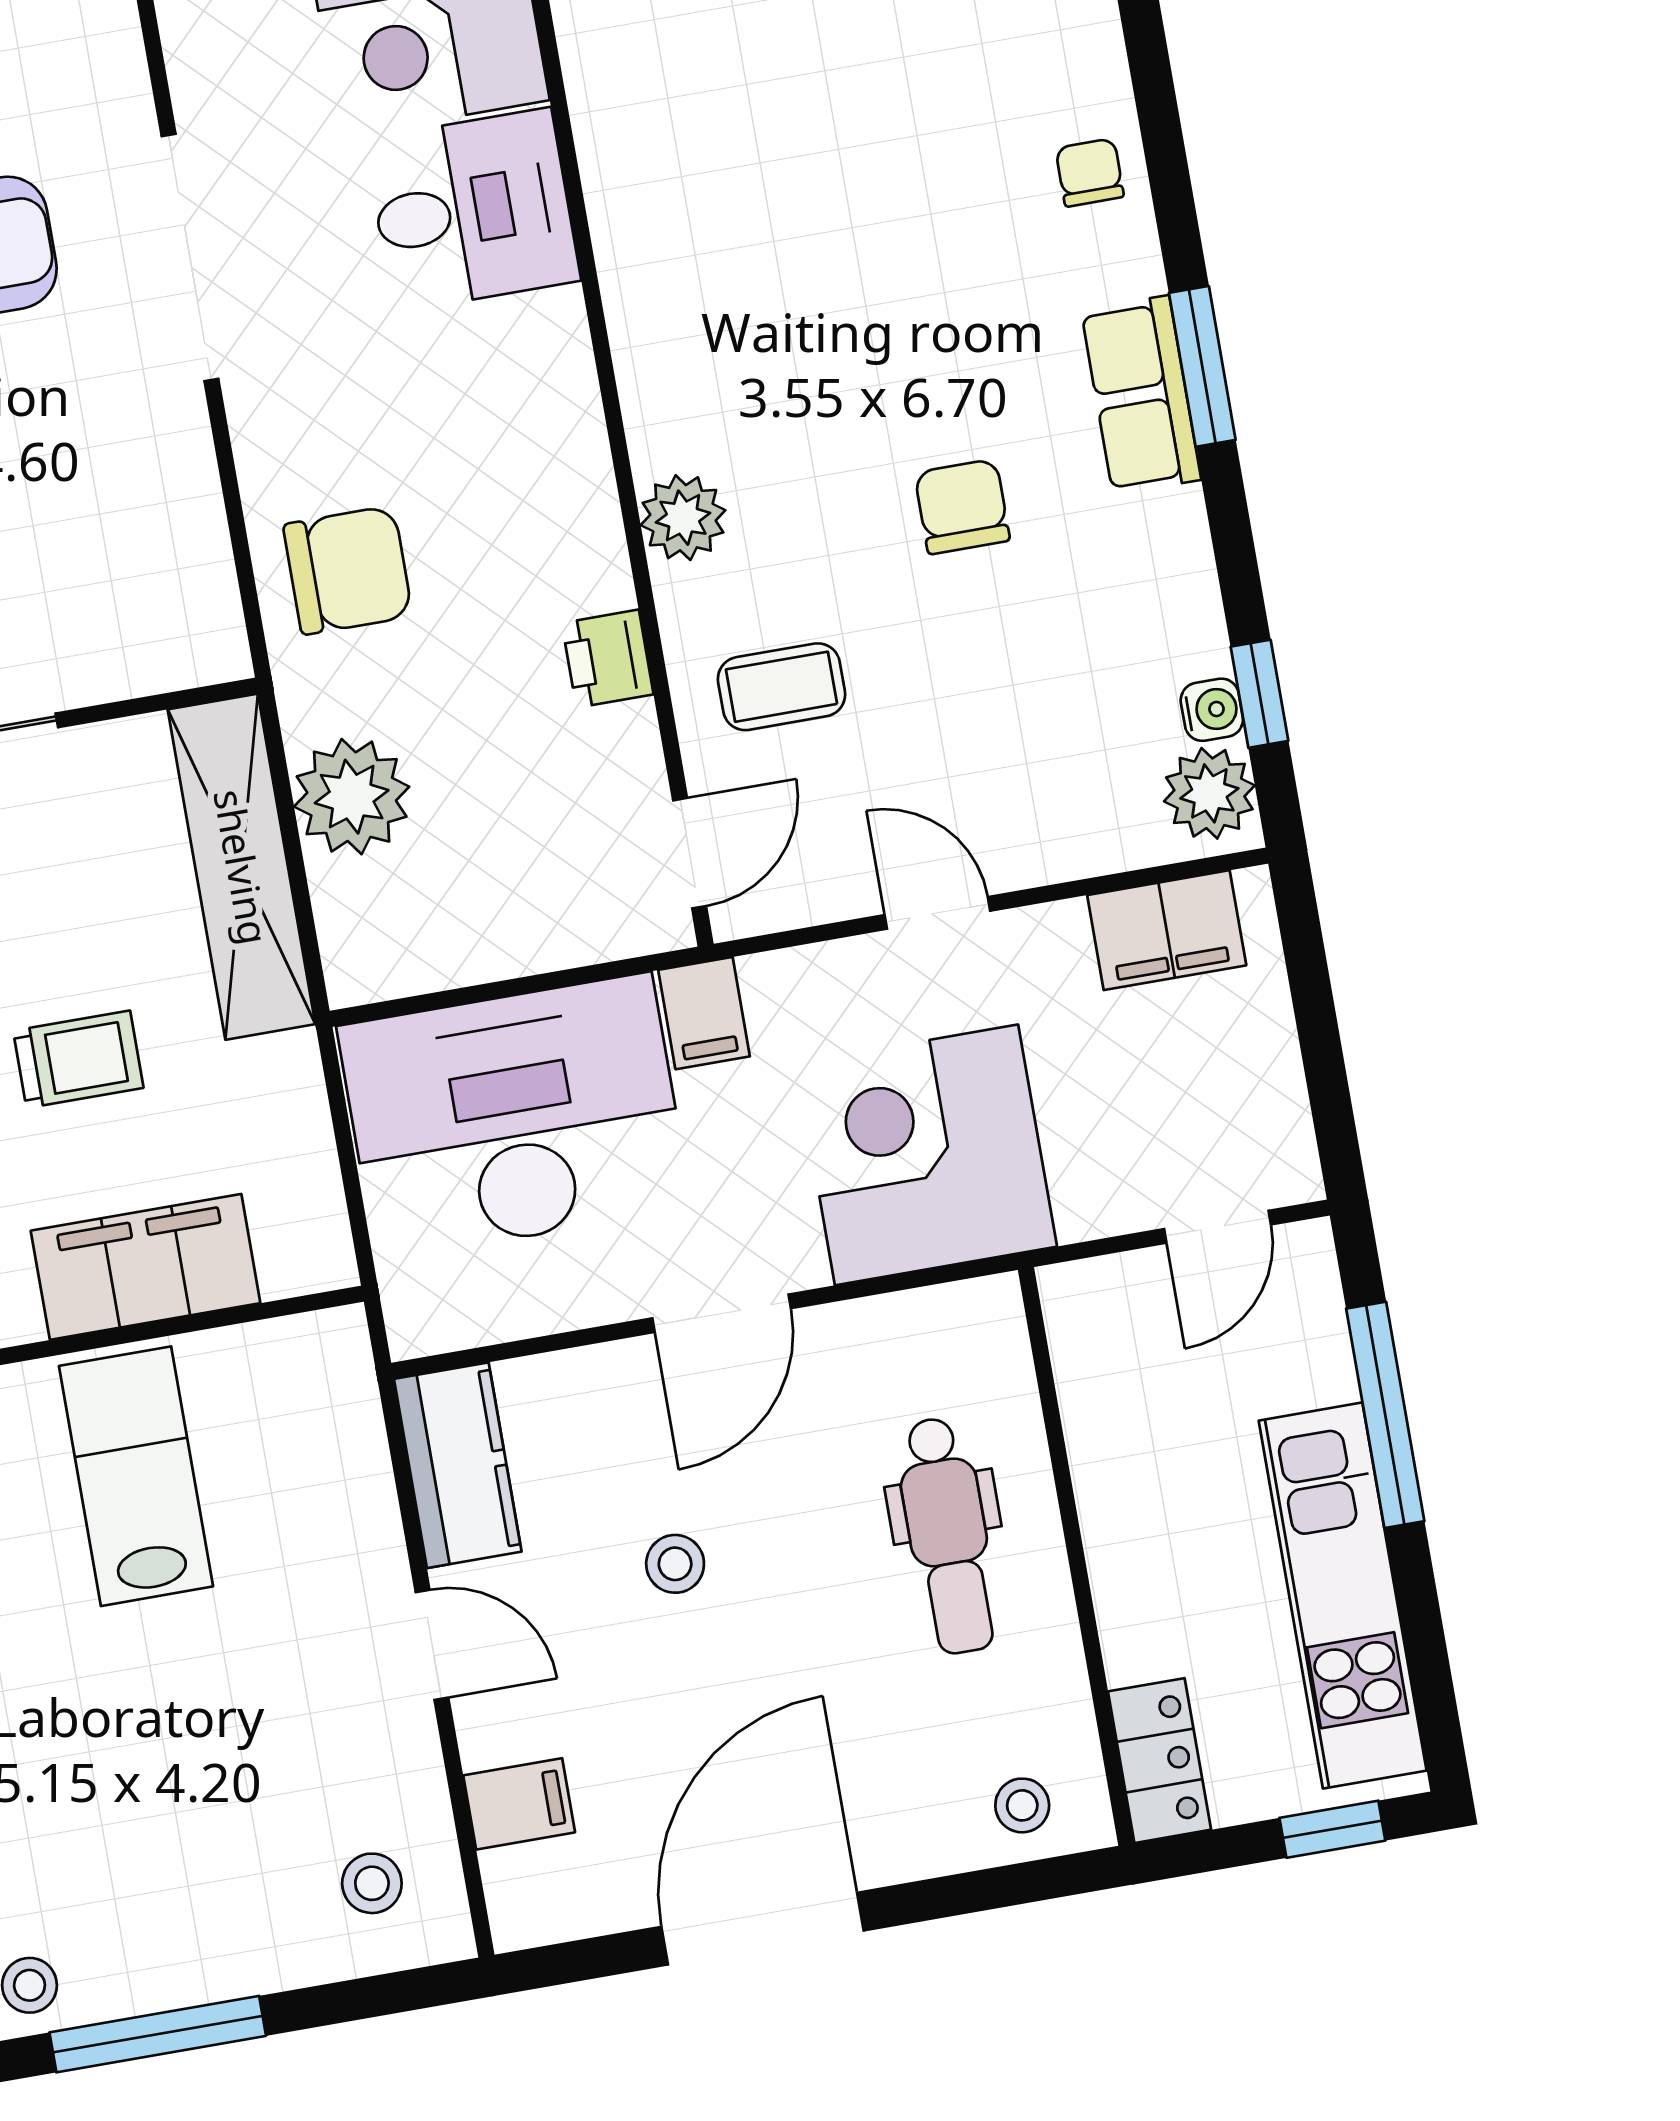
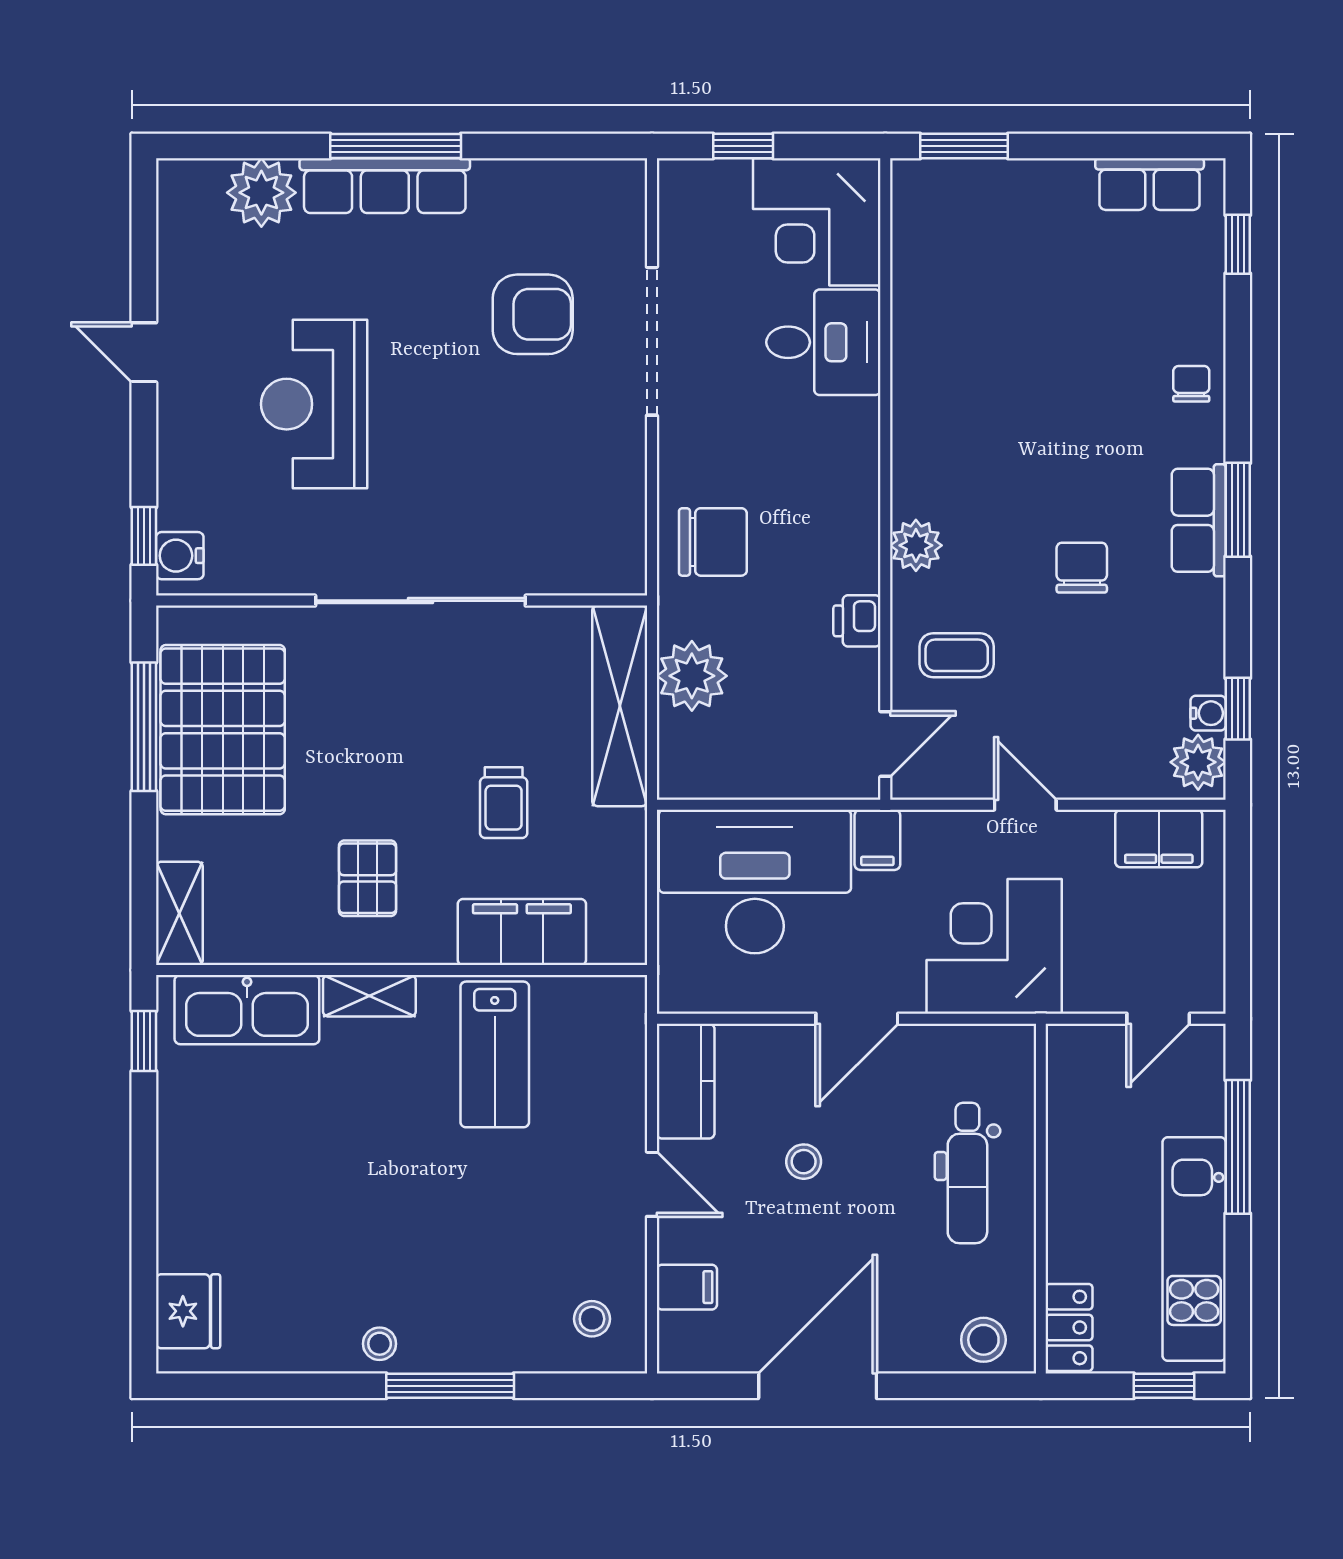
trolley: (78, 1059) -> (504, 803), turned 90
lab bench: (136, 1476) -> (495, 1054), turned 180
stool: (1022, 1805) -> (983, 1340), width x1.37, depth x1.37

